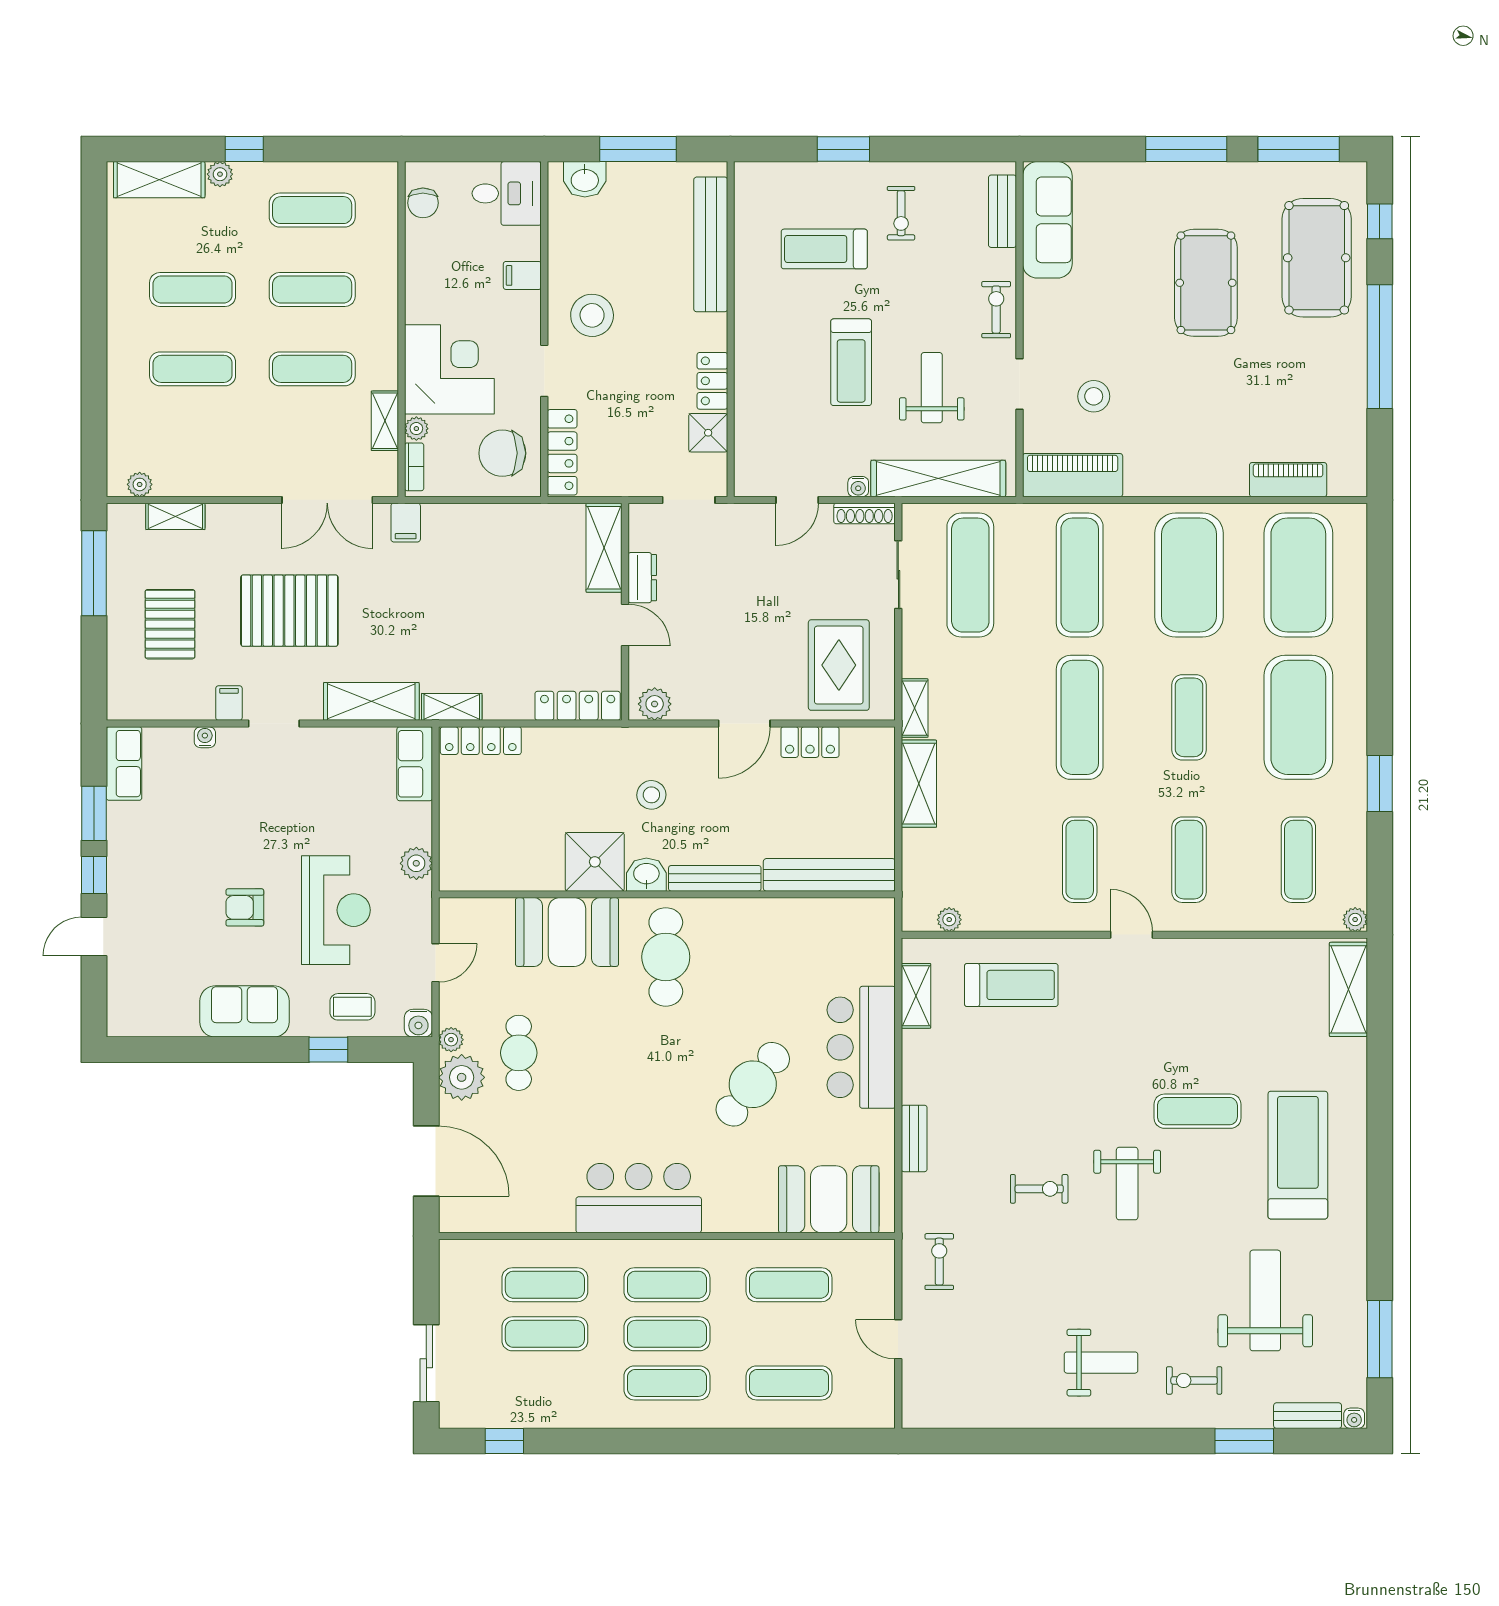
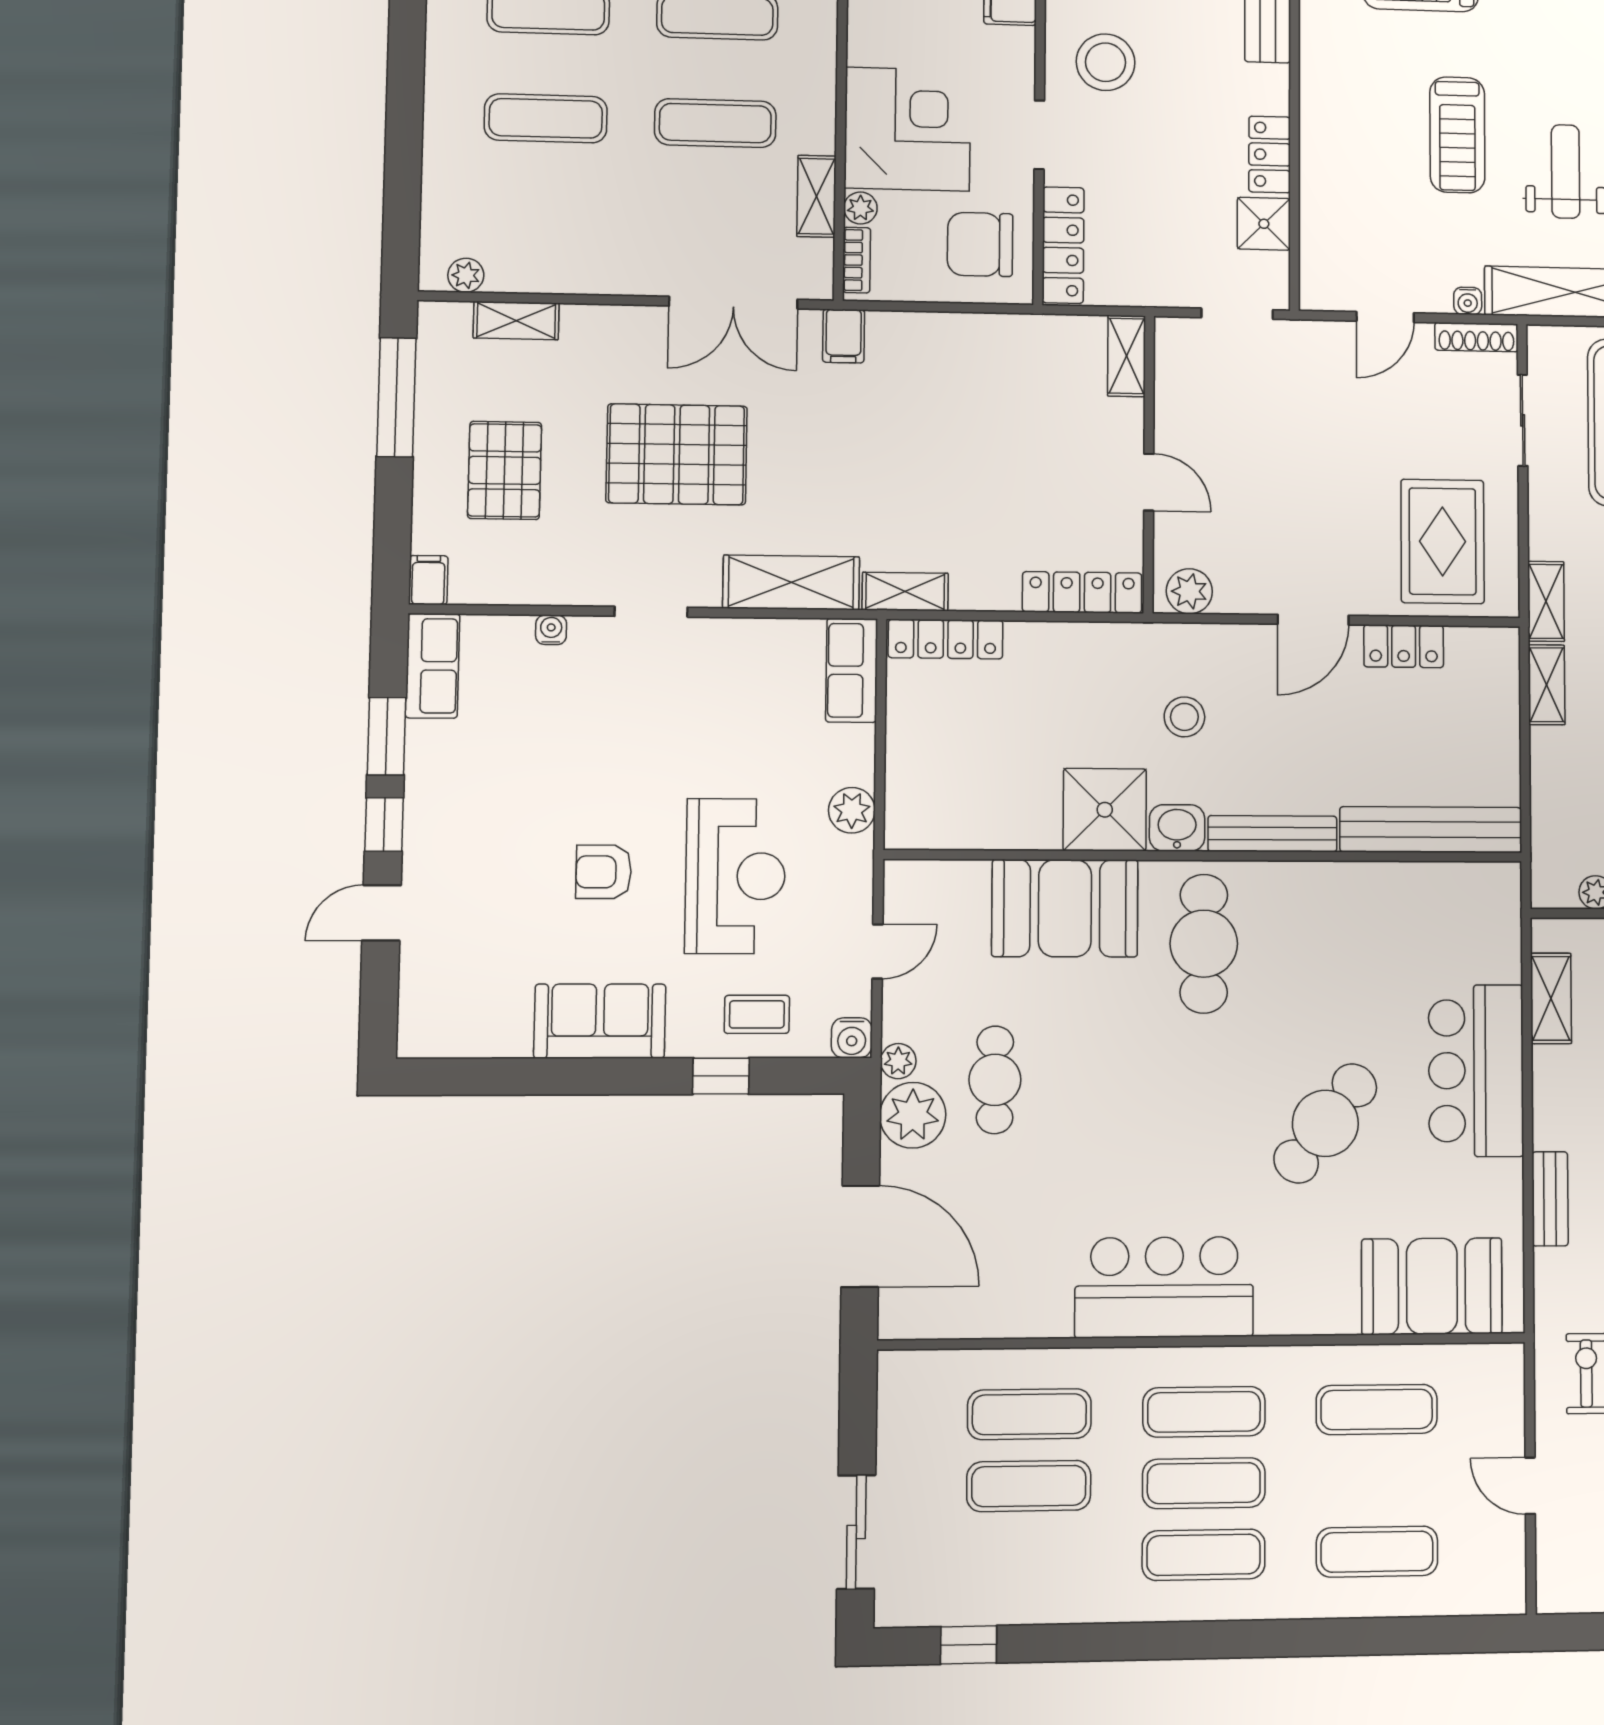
shelving: (604, 548) -> (1127, 356), width x0.67, depth x0.75
dresser: (642, 578) -> (1173, 418), removed
filing cabinet: (229, 703) -> (428, 580), moved
shelving: (919, 784) -> (1547, 685), width x0.67, depth x0.75

